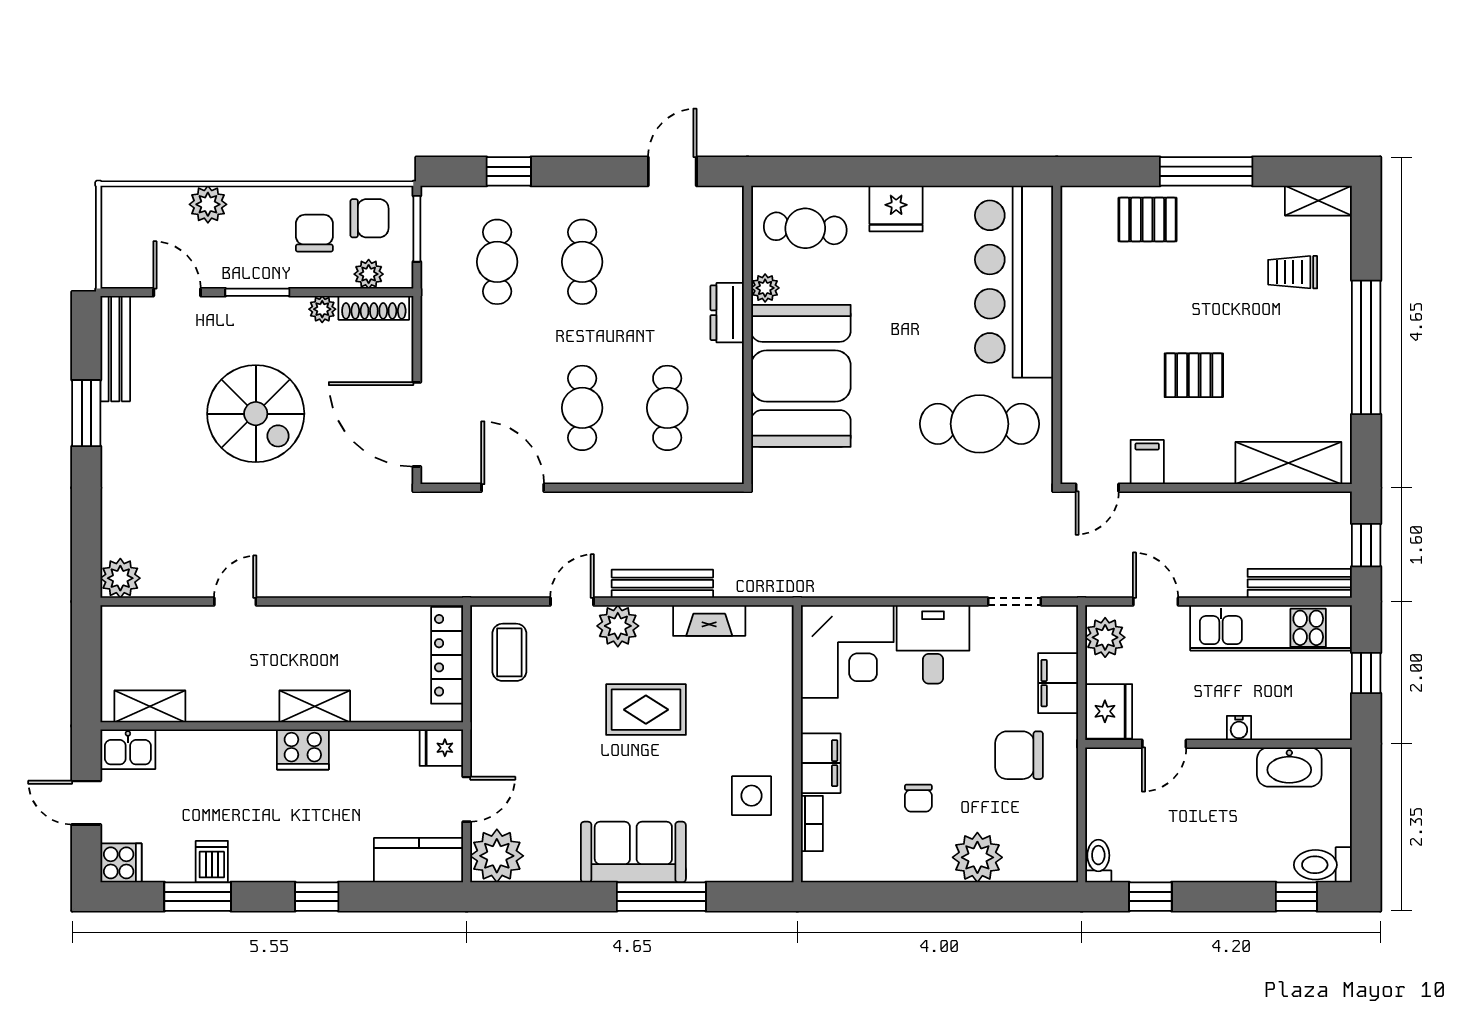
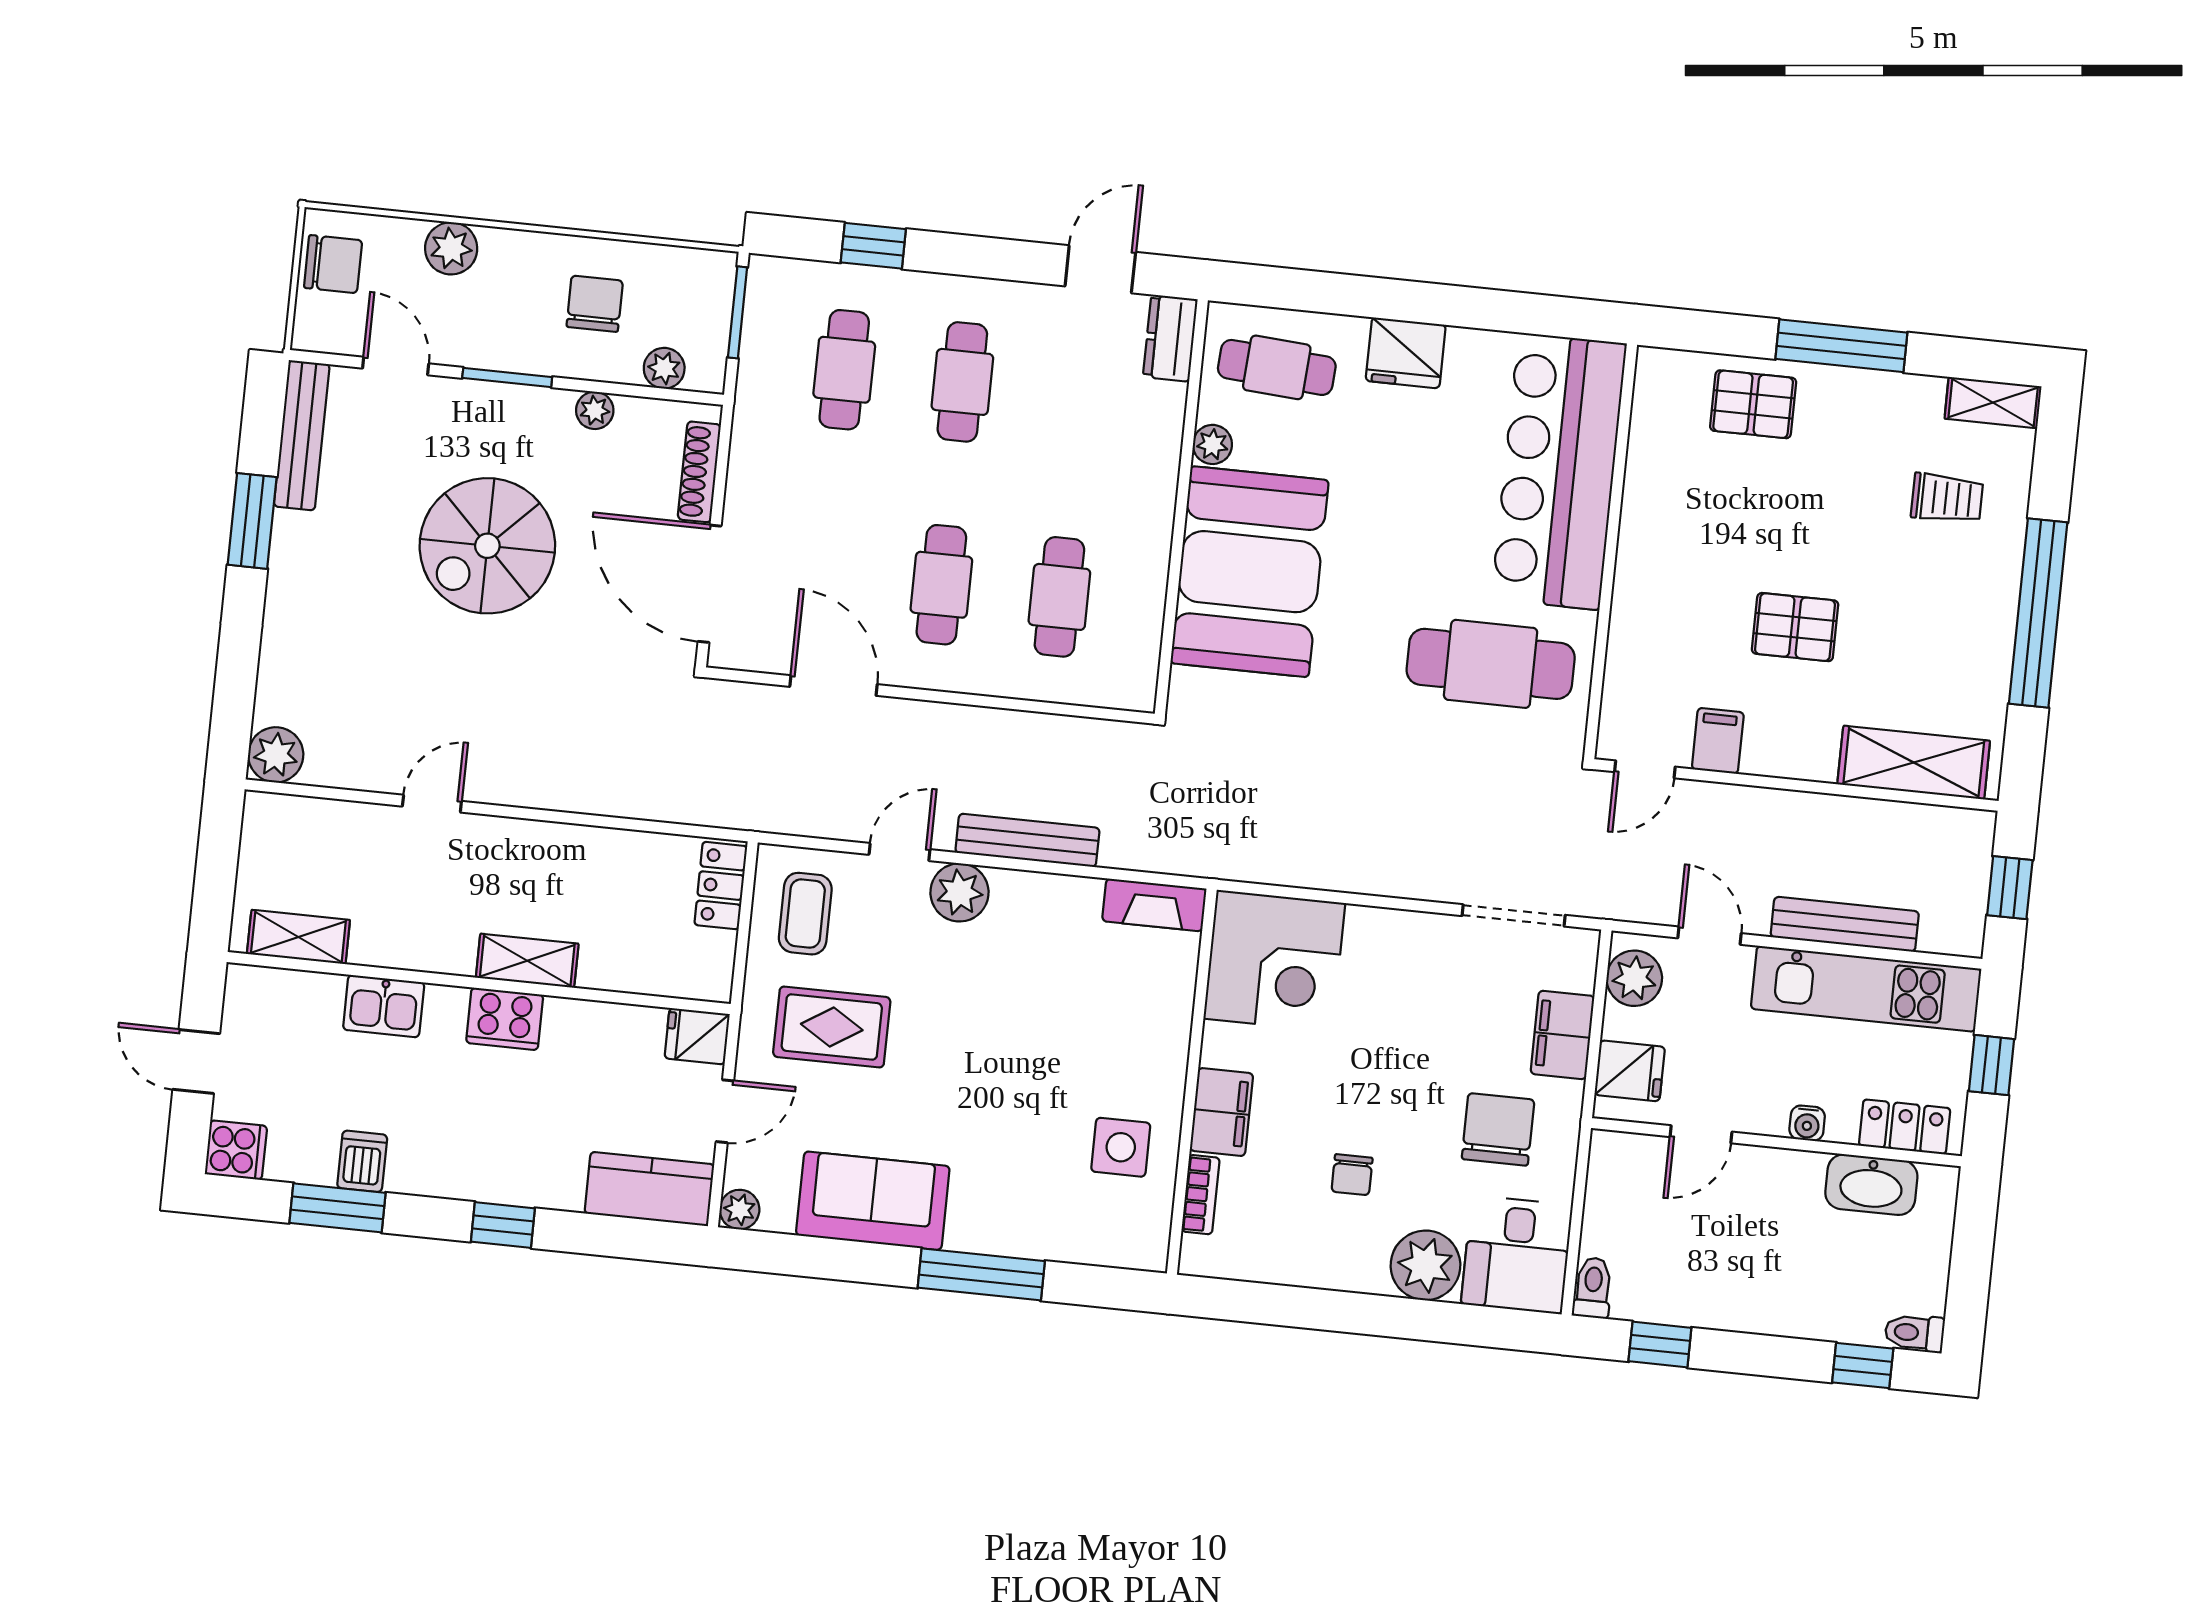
chair: (369, 218) -> (333, 264), moved
trolley: (1293, 272) -> (1947, 498), turned 180
shoe rack: (374, 308) -> (699, 472), moved, turned 90
dresser: (727, 313) -> (1170, 338), moved
spiral stairs: (256, 414) -> (487, 546), turned 90
bench: (1300, 583) -> (1845, 924), moved
doorway: (1014, 602) -> (1514, 915), width x1.38
fireplace: (709, 620) -> (1154, 905), moved
desk: (933, 644) -> (1517, 1255), moved, turned 180
locker: (447, 655) -> (721, 886), width x0.66
rug: (646, 710) -> (832, 1027), moved
fridge: (1109, 711) -> (1630, 1071), width x0.72
locker: (1309, 723) -> (1905, 1127), added
kitchen sink: (128, 749) -> (384, 1006), moved
chair: (1019, 755) -> (1498, 1129), turned 90
sofa: (633, 852) -> (873, 1201), moved
plant: (497, 856) -> (740, 1210), width x0.53, depth x0.53
toilet: (1323, 865) -> (1915, 1333), width x0.73, depth x0.72

